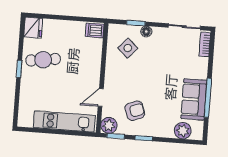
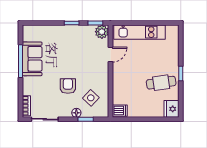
armchair: (135, 111) -> (68, 86), moved, turned 110
plant: (183, 131) -> (40, 32), removed

